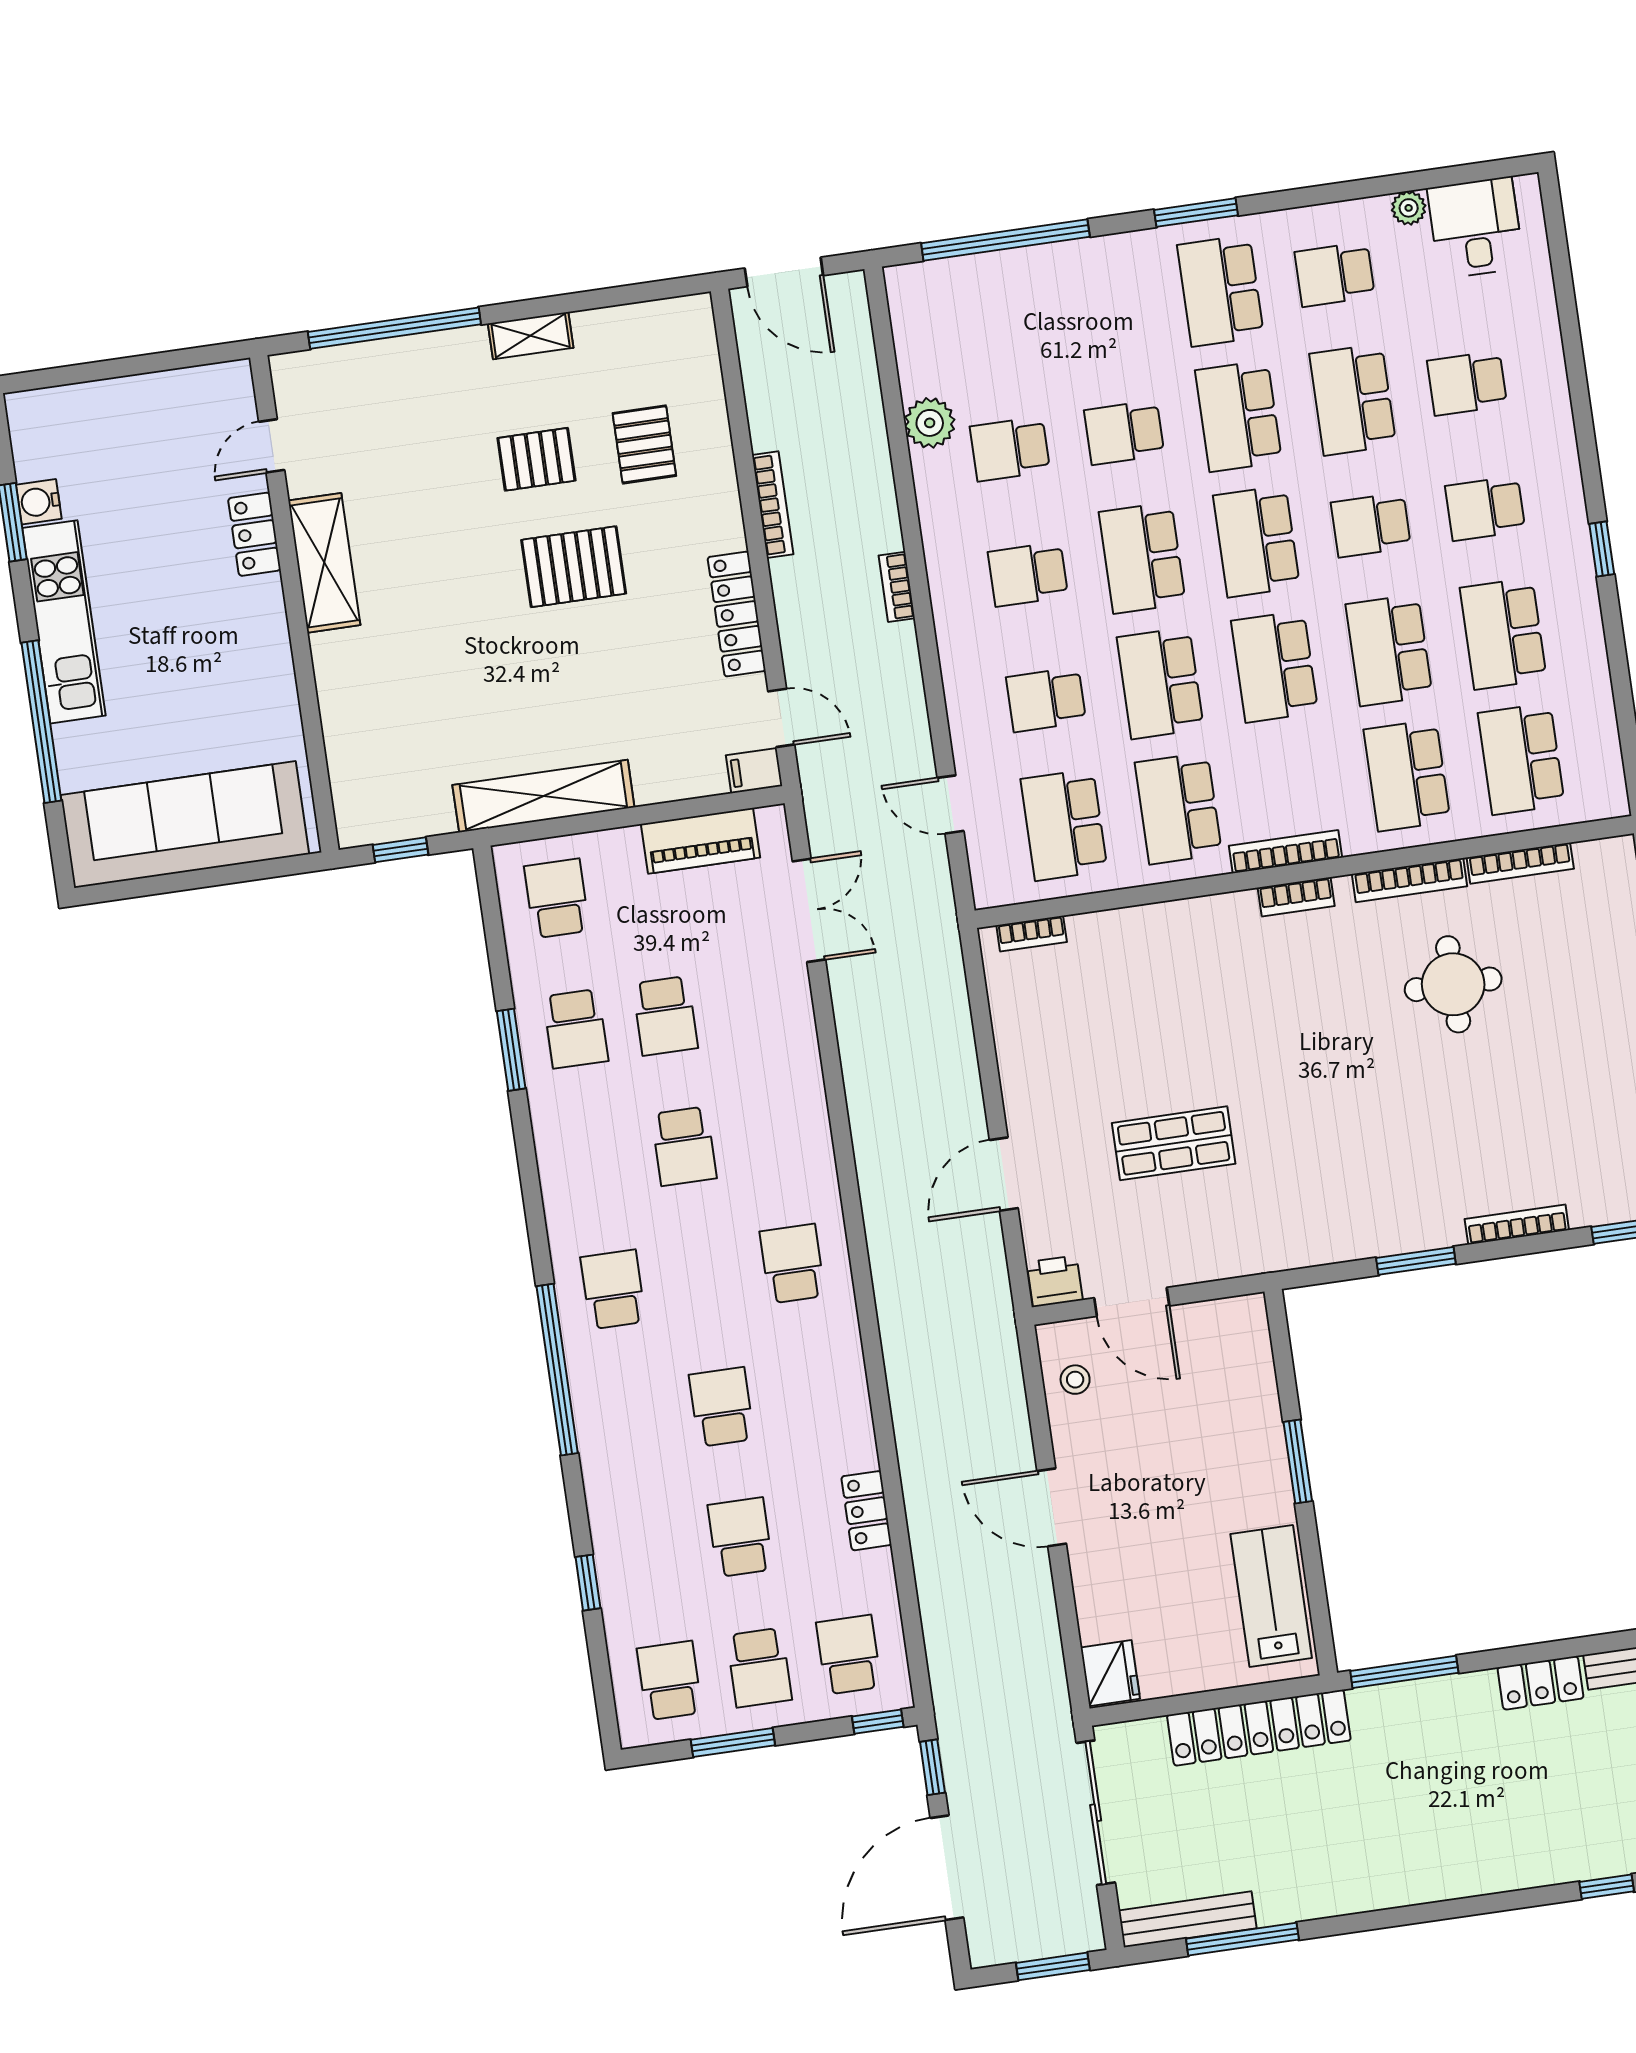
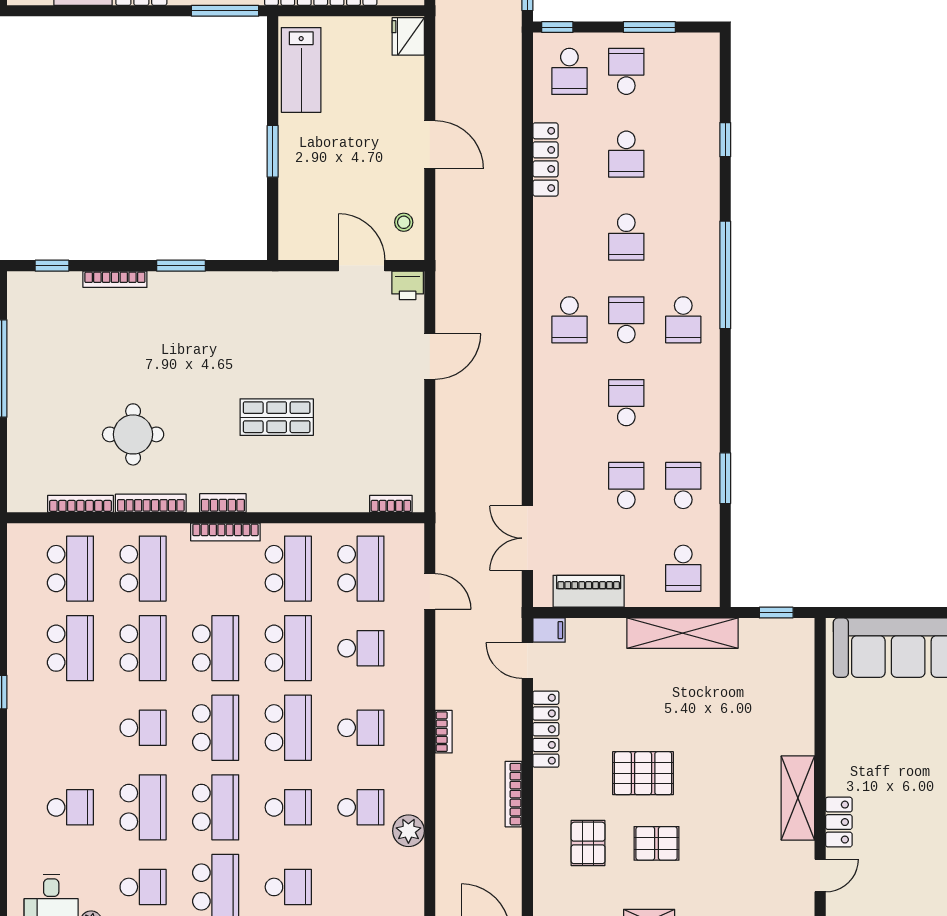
school desk: (1485, 508) -> (288, 887), moved
shop shelf: (1174, 1143) -> (277, 417), moved
locker: (866, 1511) -> (545, 159), width x1.53
school desk: (670, 1681) -> (626, 320), moved, turned 180

